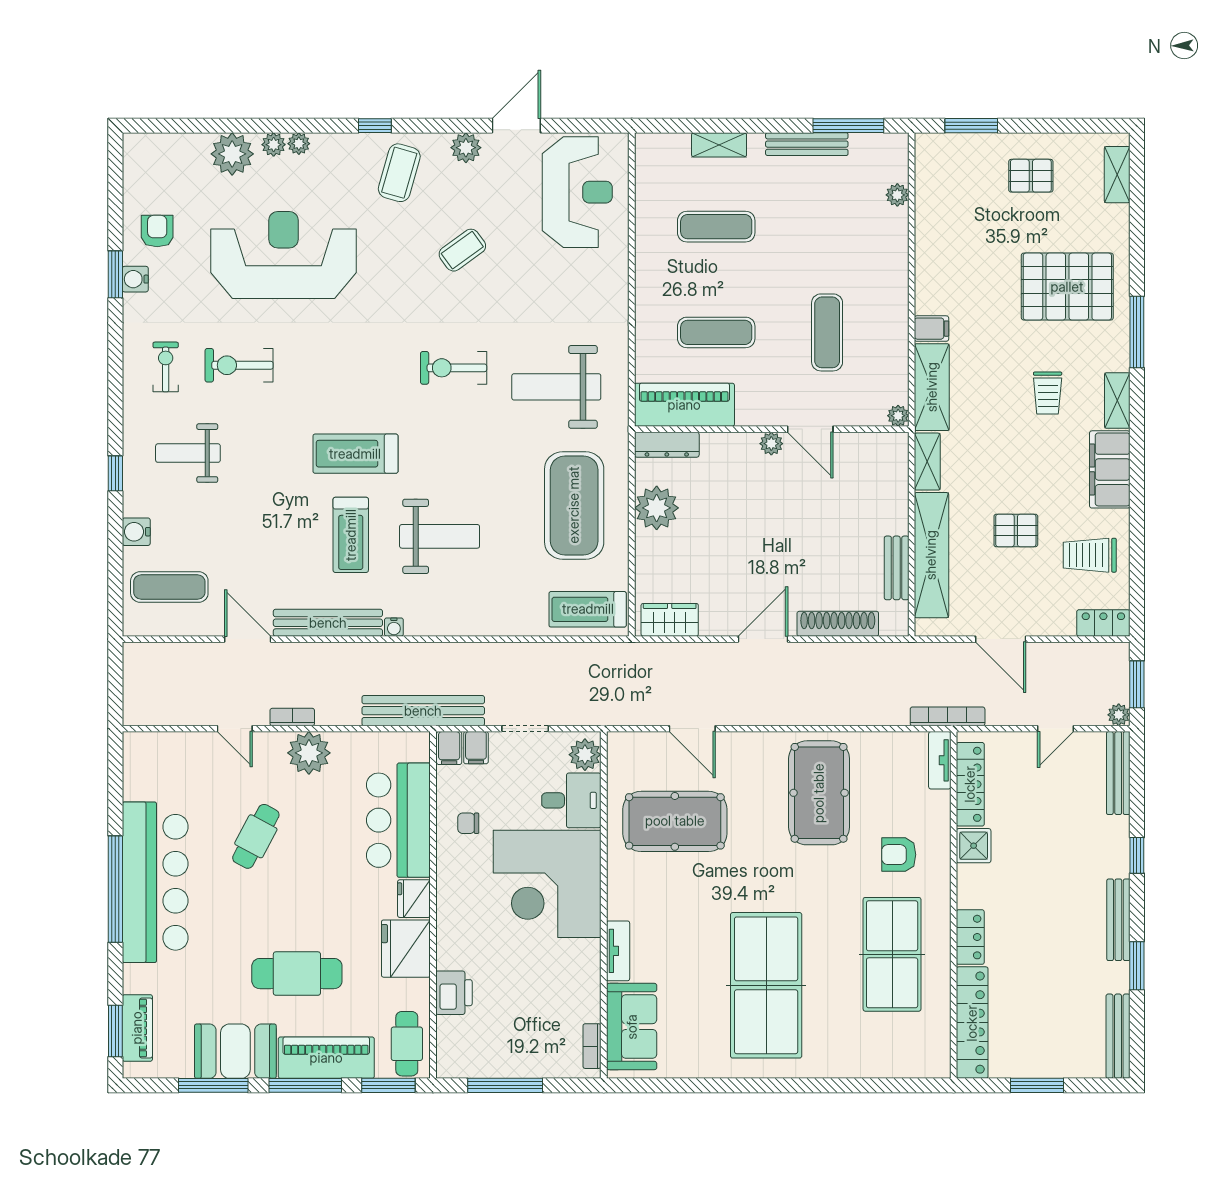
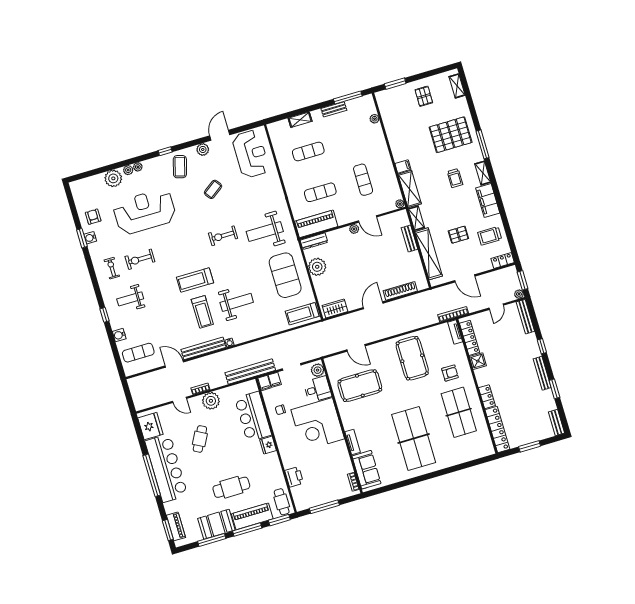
bench: (807, 144) -> (334, 109), width x0.73
pallet: (1031, 176) -> (424, 96), turned 90
bench: (897, 568) -> (409, 238), moved
armchair: (899, 855) -> (450, 373), turned 180
fridge: (406, 949) -> (150, 426), moved, turned 180
bench: (1118, 1036) -> (556, 423), width x0.73

